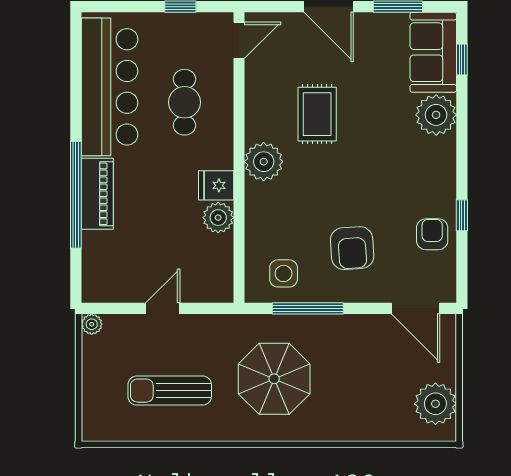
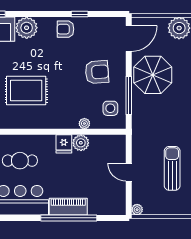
rug: (317, 114) -> (26, 91), width x1.36, depth x1.43
plant: (264, 162) -> (84, 124), moved, width x0.53, depth x0.53
armchair: (432, 234) -> (66, 29), moved
parasol: (274, 379) -> (153, 75), moved
sun lounger: (170, 391) -> (172, 168), turned 180

